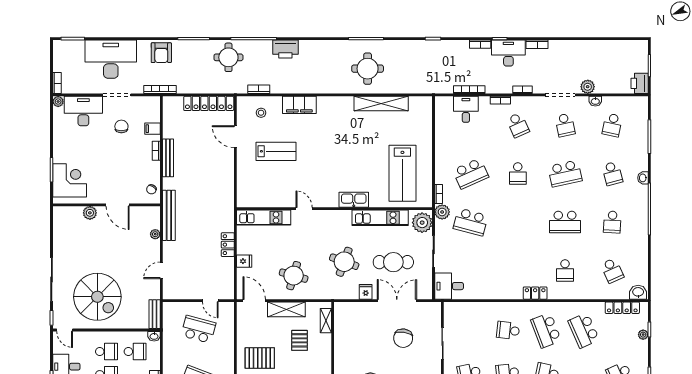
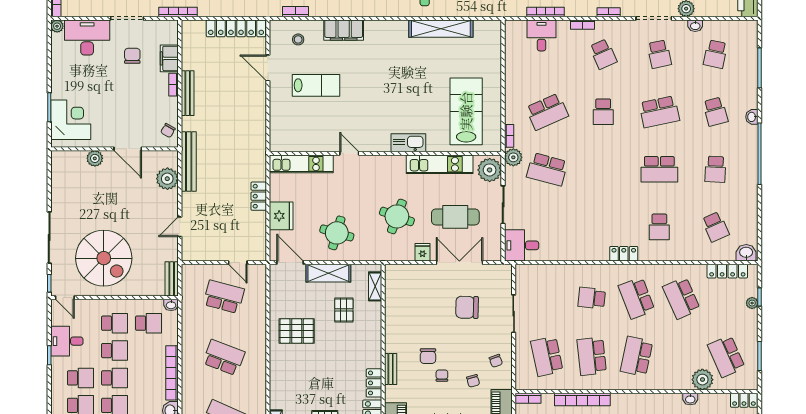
filing cabinet: (153, 129) -> (169, 58), width x2.00
lab bench: (402, 173) -> (466, 111), turned 180
plant: (155, 234) -> (167, 179), width x1.88, depth x1.88
fridge: (244, 261) -> (281, 216), width x1.88, depth x1.34
chair: (403, 338) -> (467, 307), turned 83

